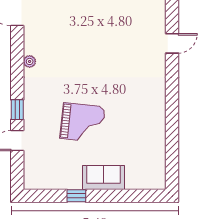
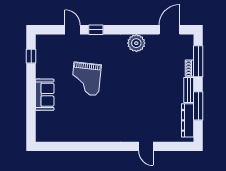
plant: (30, 61) -> (136, 43), width x1.88, depth x1.88
window: (76, 196) -> (31, 56), moved

